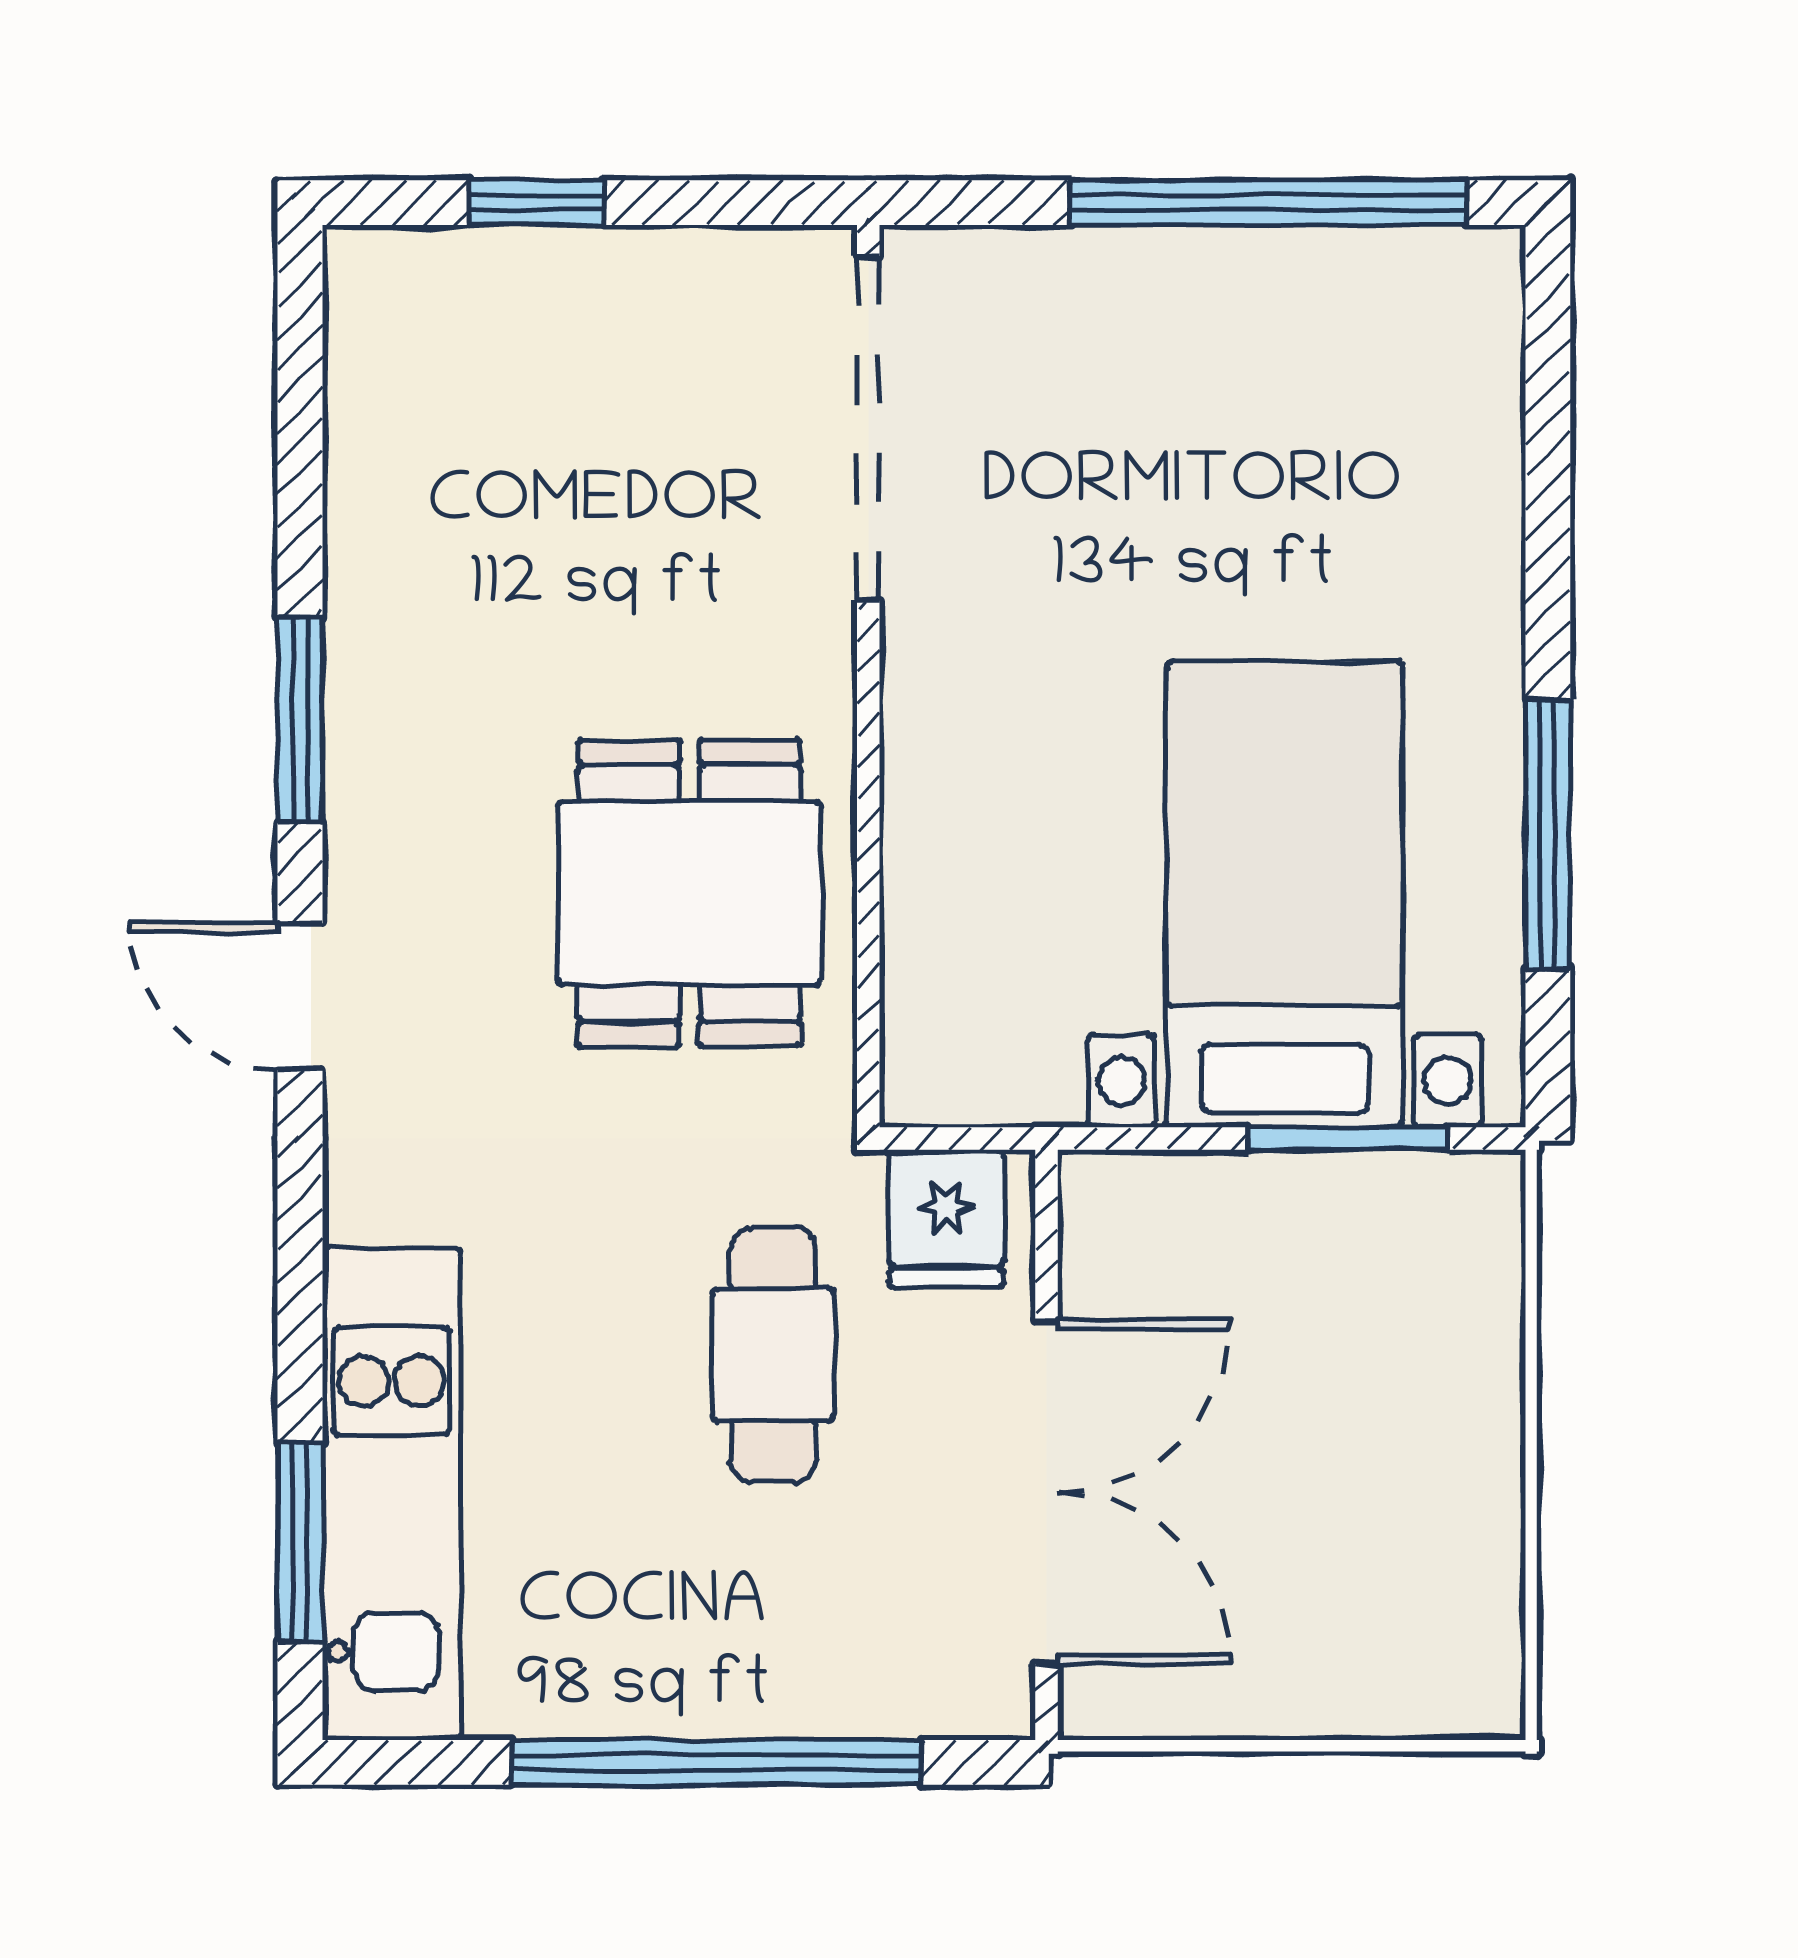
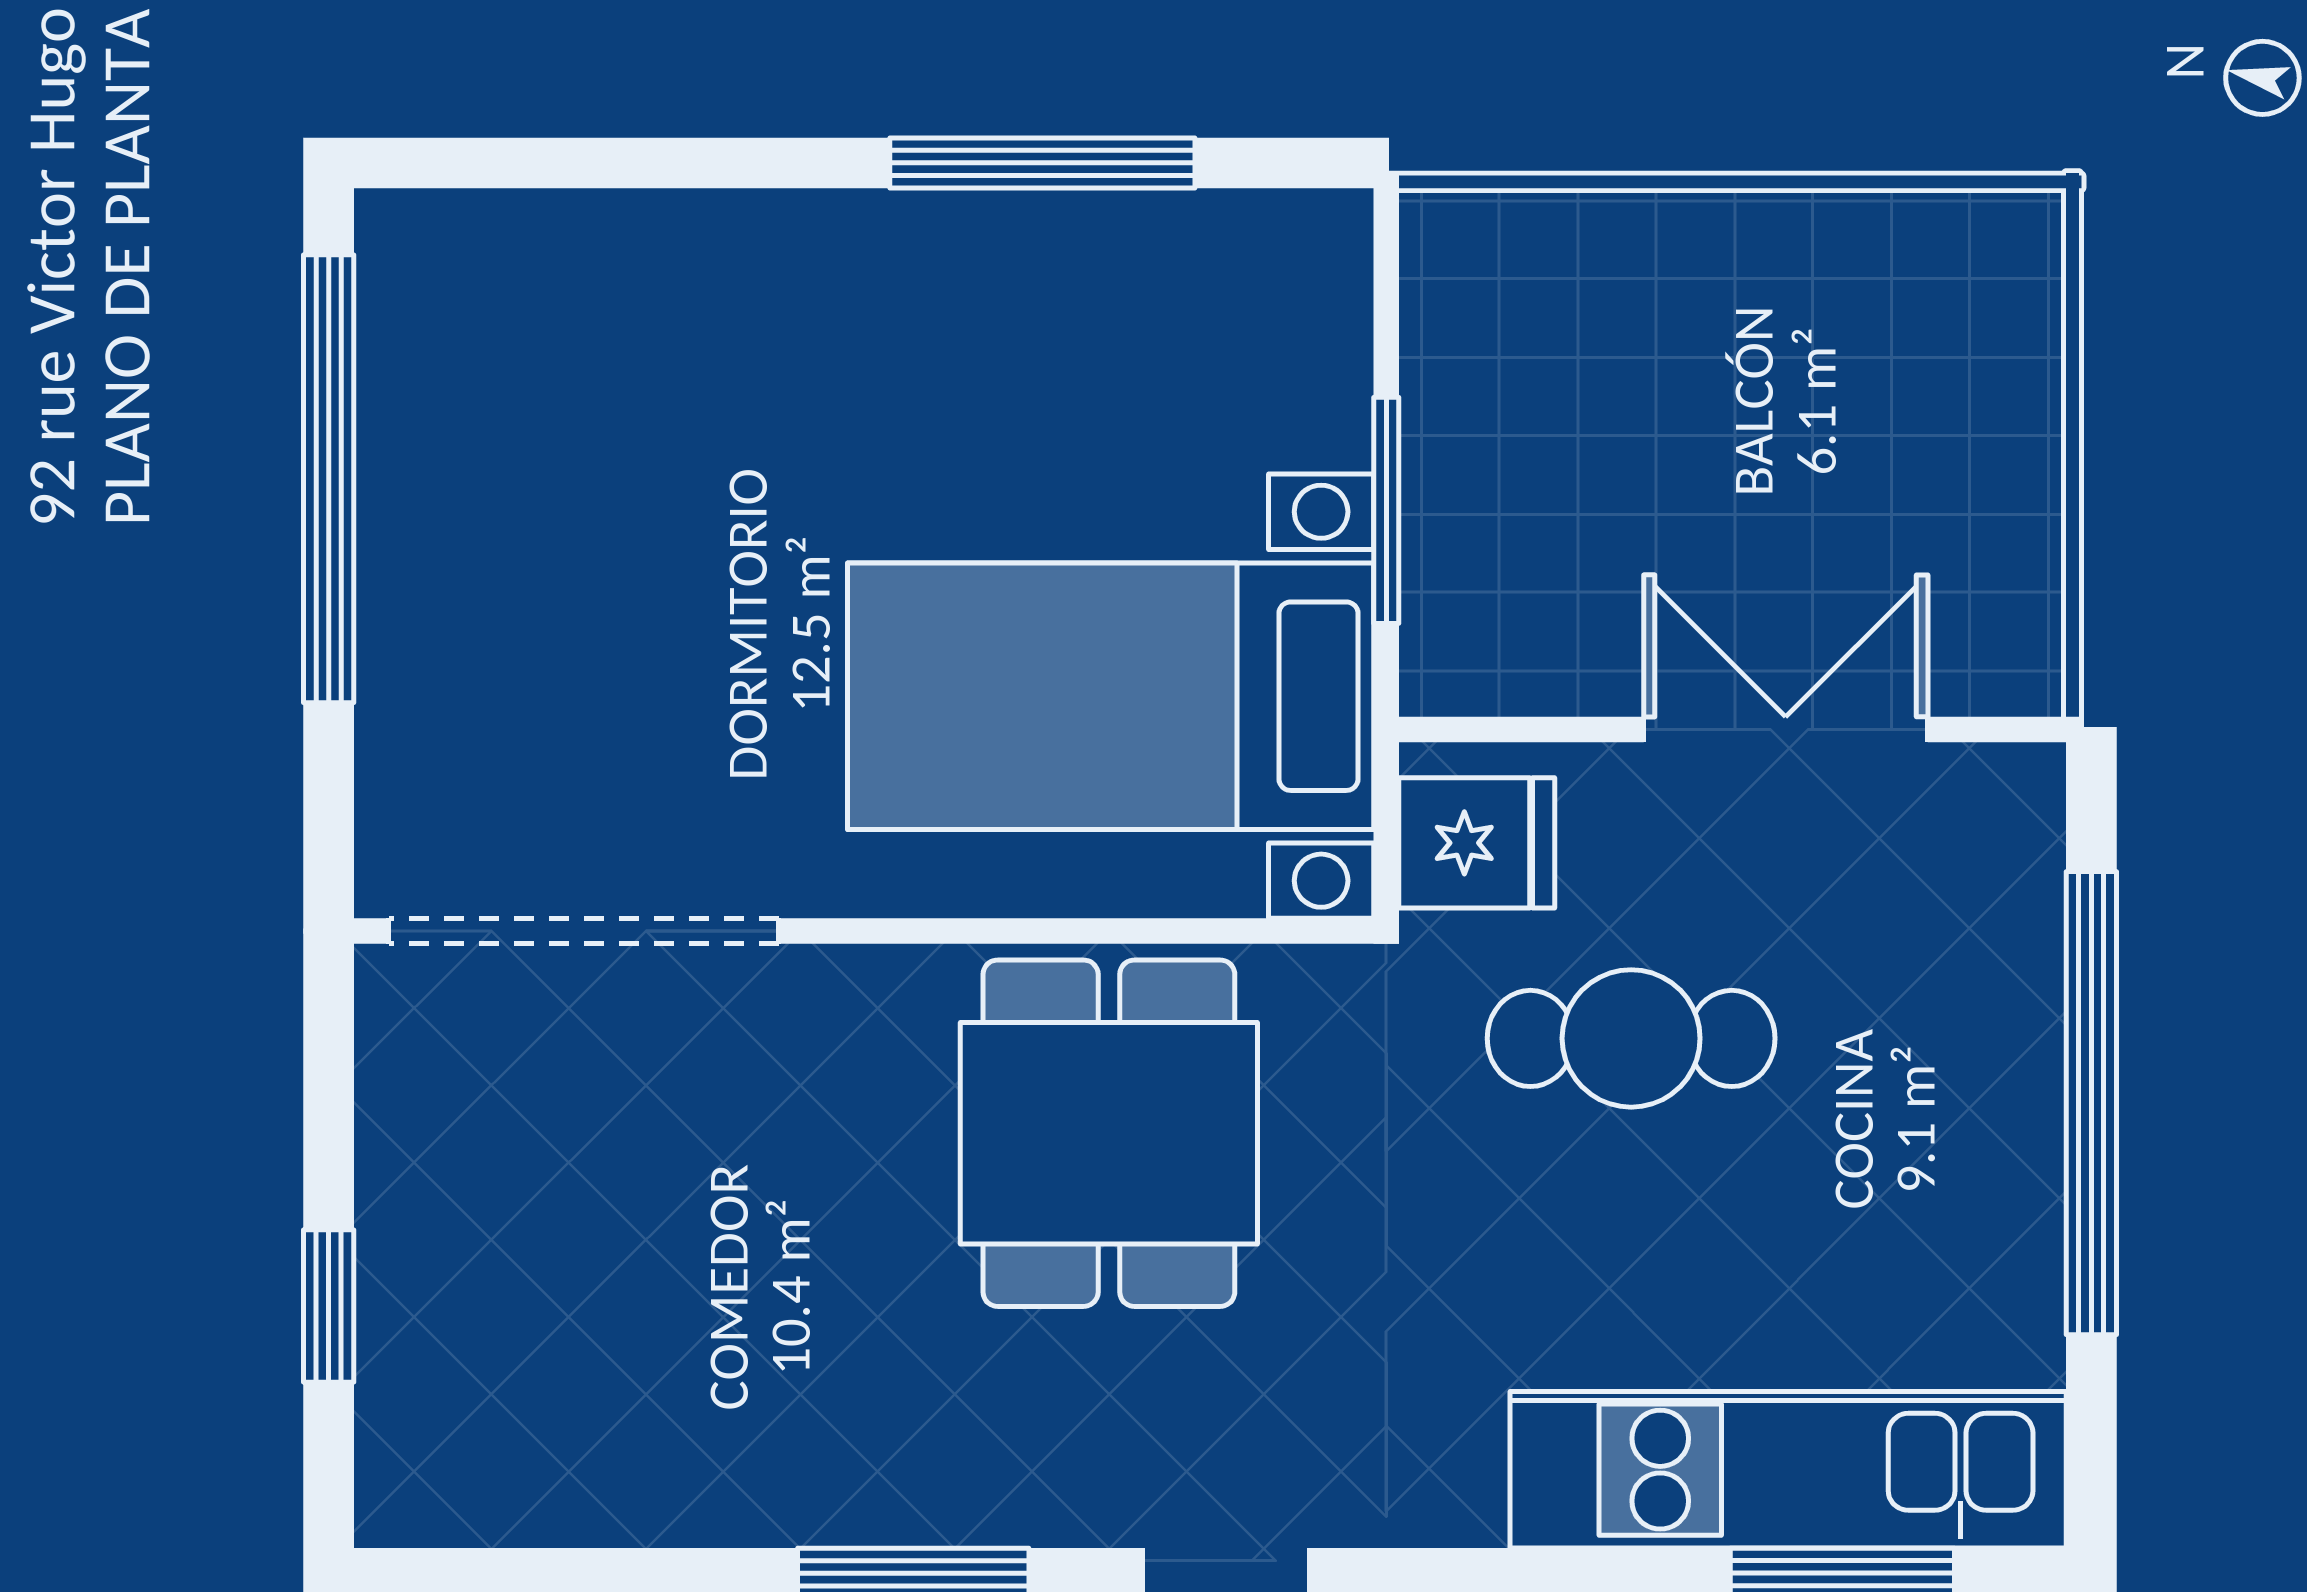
dining table: (689, 893) -> (1109, 1133), turned 90
bed with nightstands: (1285, 895) -> (1111, 696), moved
window: (1348, 1139) -> (1386, 510), moved
double door: (1046, 1492) -> (1786, 730), width x0.73

